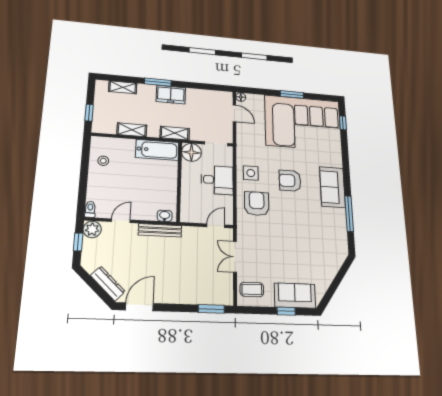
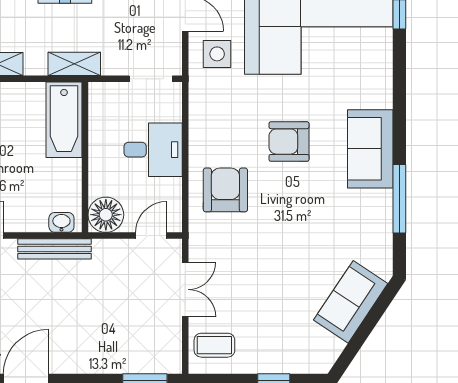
bathtub: (157, 150) -> (64, 120), moved, turned 90
floor lamp: (191, 152) -> (106, 215), moved
side table: (251, 173) -> (217, 54), moved
double door: (235, 257) -> (185, 289), swing flipped
sofa: (295, 296) -> (351, 302), moved, turned -56

